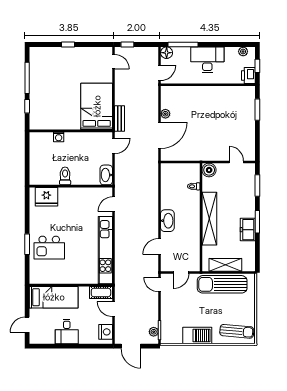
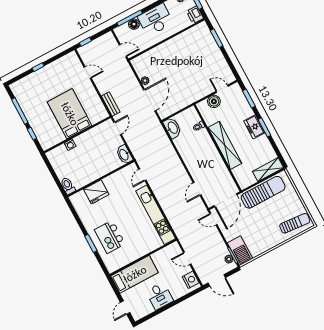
floor lamp: (167, 53) -> (134, 24), moved
door: (113, 62) -> (88, 73), moved
door: (160, 73) -> (123, 51), hinge flipped
bed: (97, 106) -> (70, 114), moved
boiler: (209, 170) -> (214, 101), moved
toilet: (65, 176) -> (68, 186), moved
fridge: (46, 197) -> (96, 192), moved
washbasin: (167, 221) -> (172, 128), moved
freezer: (248, 230) -> (254, 127), moved
kitchen island: (49, 248) -> (110, 237), turned 90
shelving: (225, 265) -> (268, 170), moved
door: (181, 272) -> (226, 200), width x1.87
sun lounger: (222, 284) -> (263, 192), turned 180
cot: (101, 292) -> (170, 250), removed
barbecue: (197, 336) -> (240, 251), moved, turned 90

